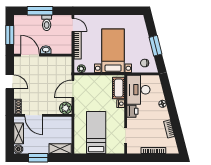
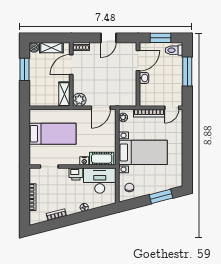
toilet: (47, 23) -> (174, 50), moved
window: (156, 46) -> (161, 196), moved
door: (73, 89) -> (101, 108), swing flipped
shelving: (60, 149) -> (64, 94), moved

